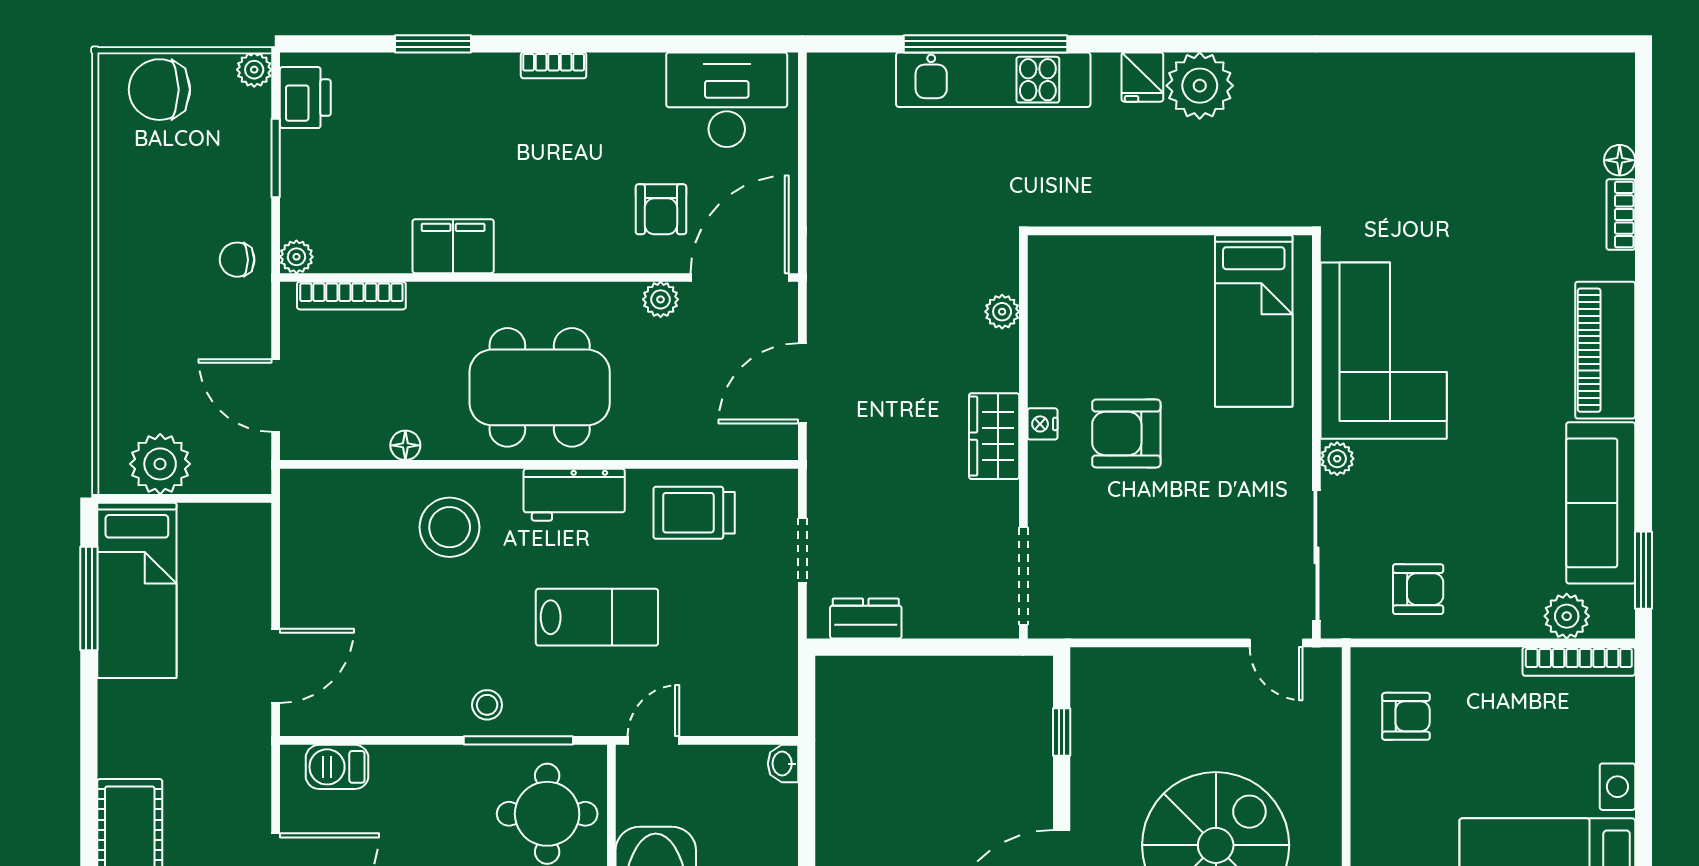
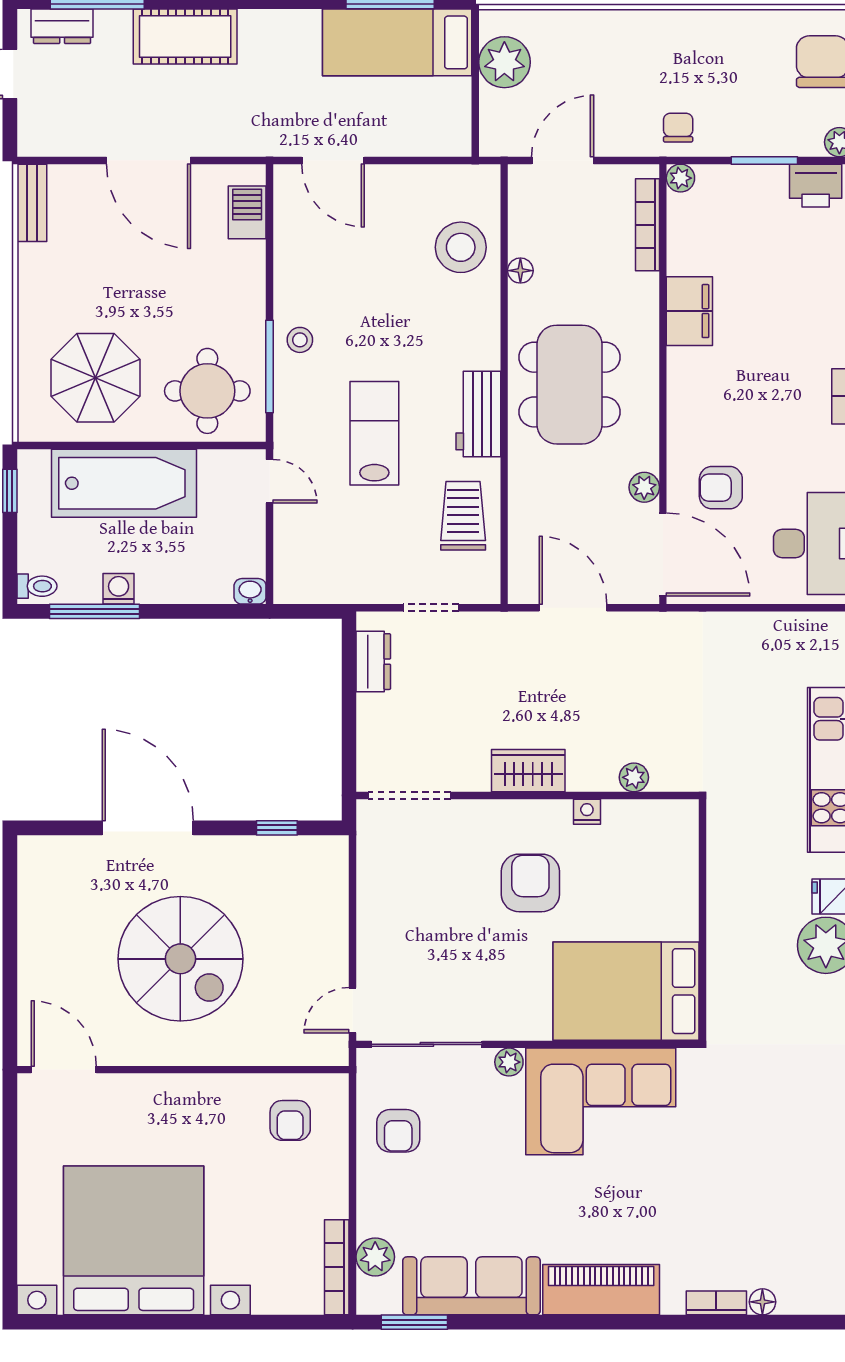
bed: (1254, 321) -> (626, 991), width x1.50
nightstand: (1042, 424) -> (587, 812), moved
stool: (450, 527) -> (461, 247), moved
lab bench: (597, 617) -> (374, 433), turned 180

